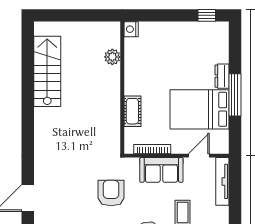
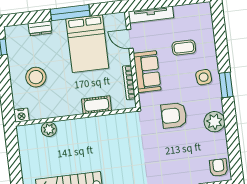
stool: (170, 50) -> (36, 77), added
dresser: (222, 76) -> (40, 28), moved

